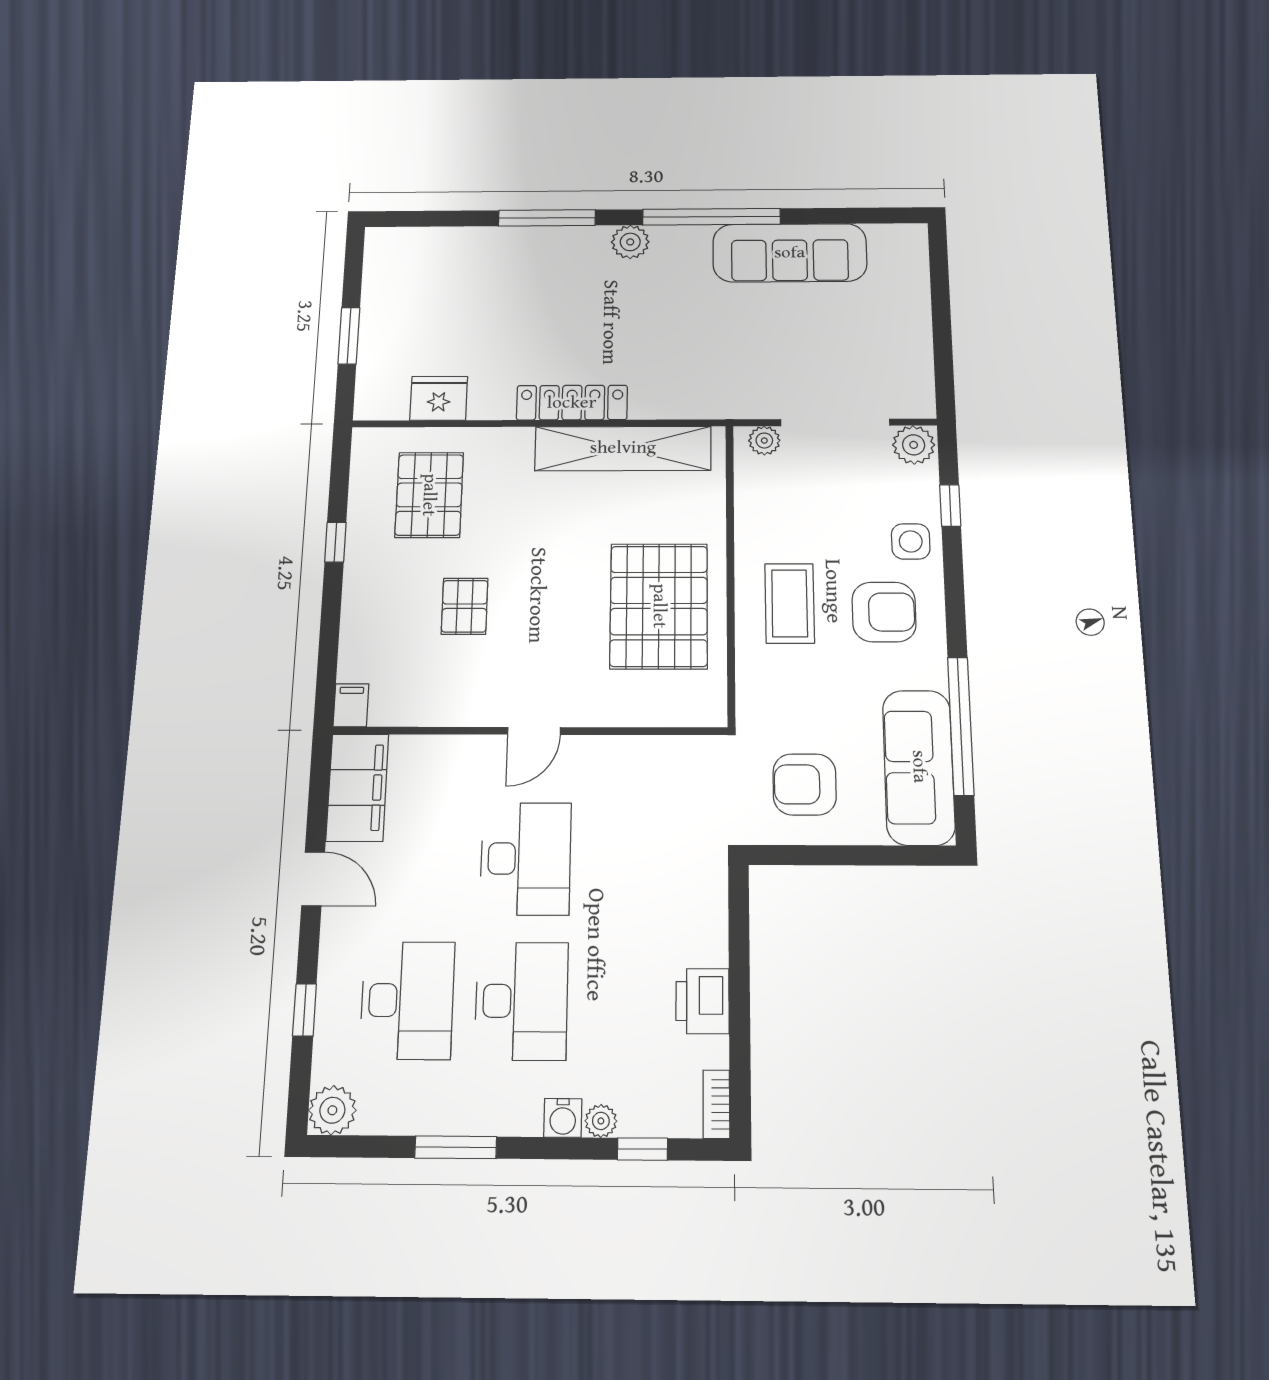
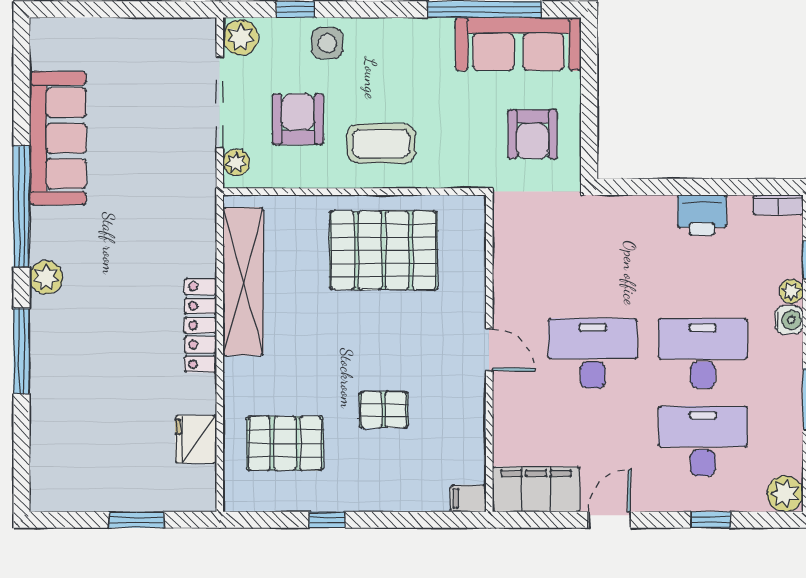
armchair: (884, 612) -> (298, 119), moved

